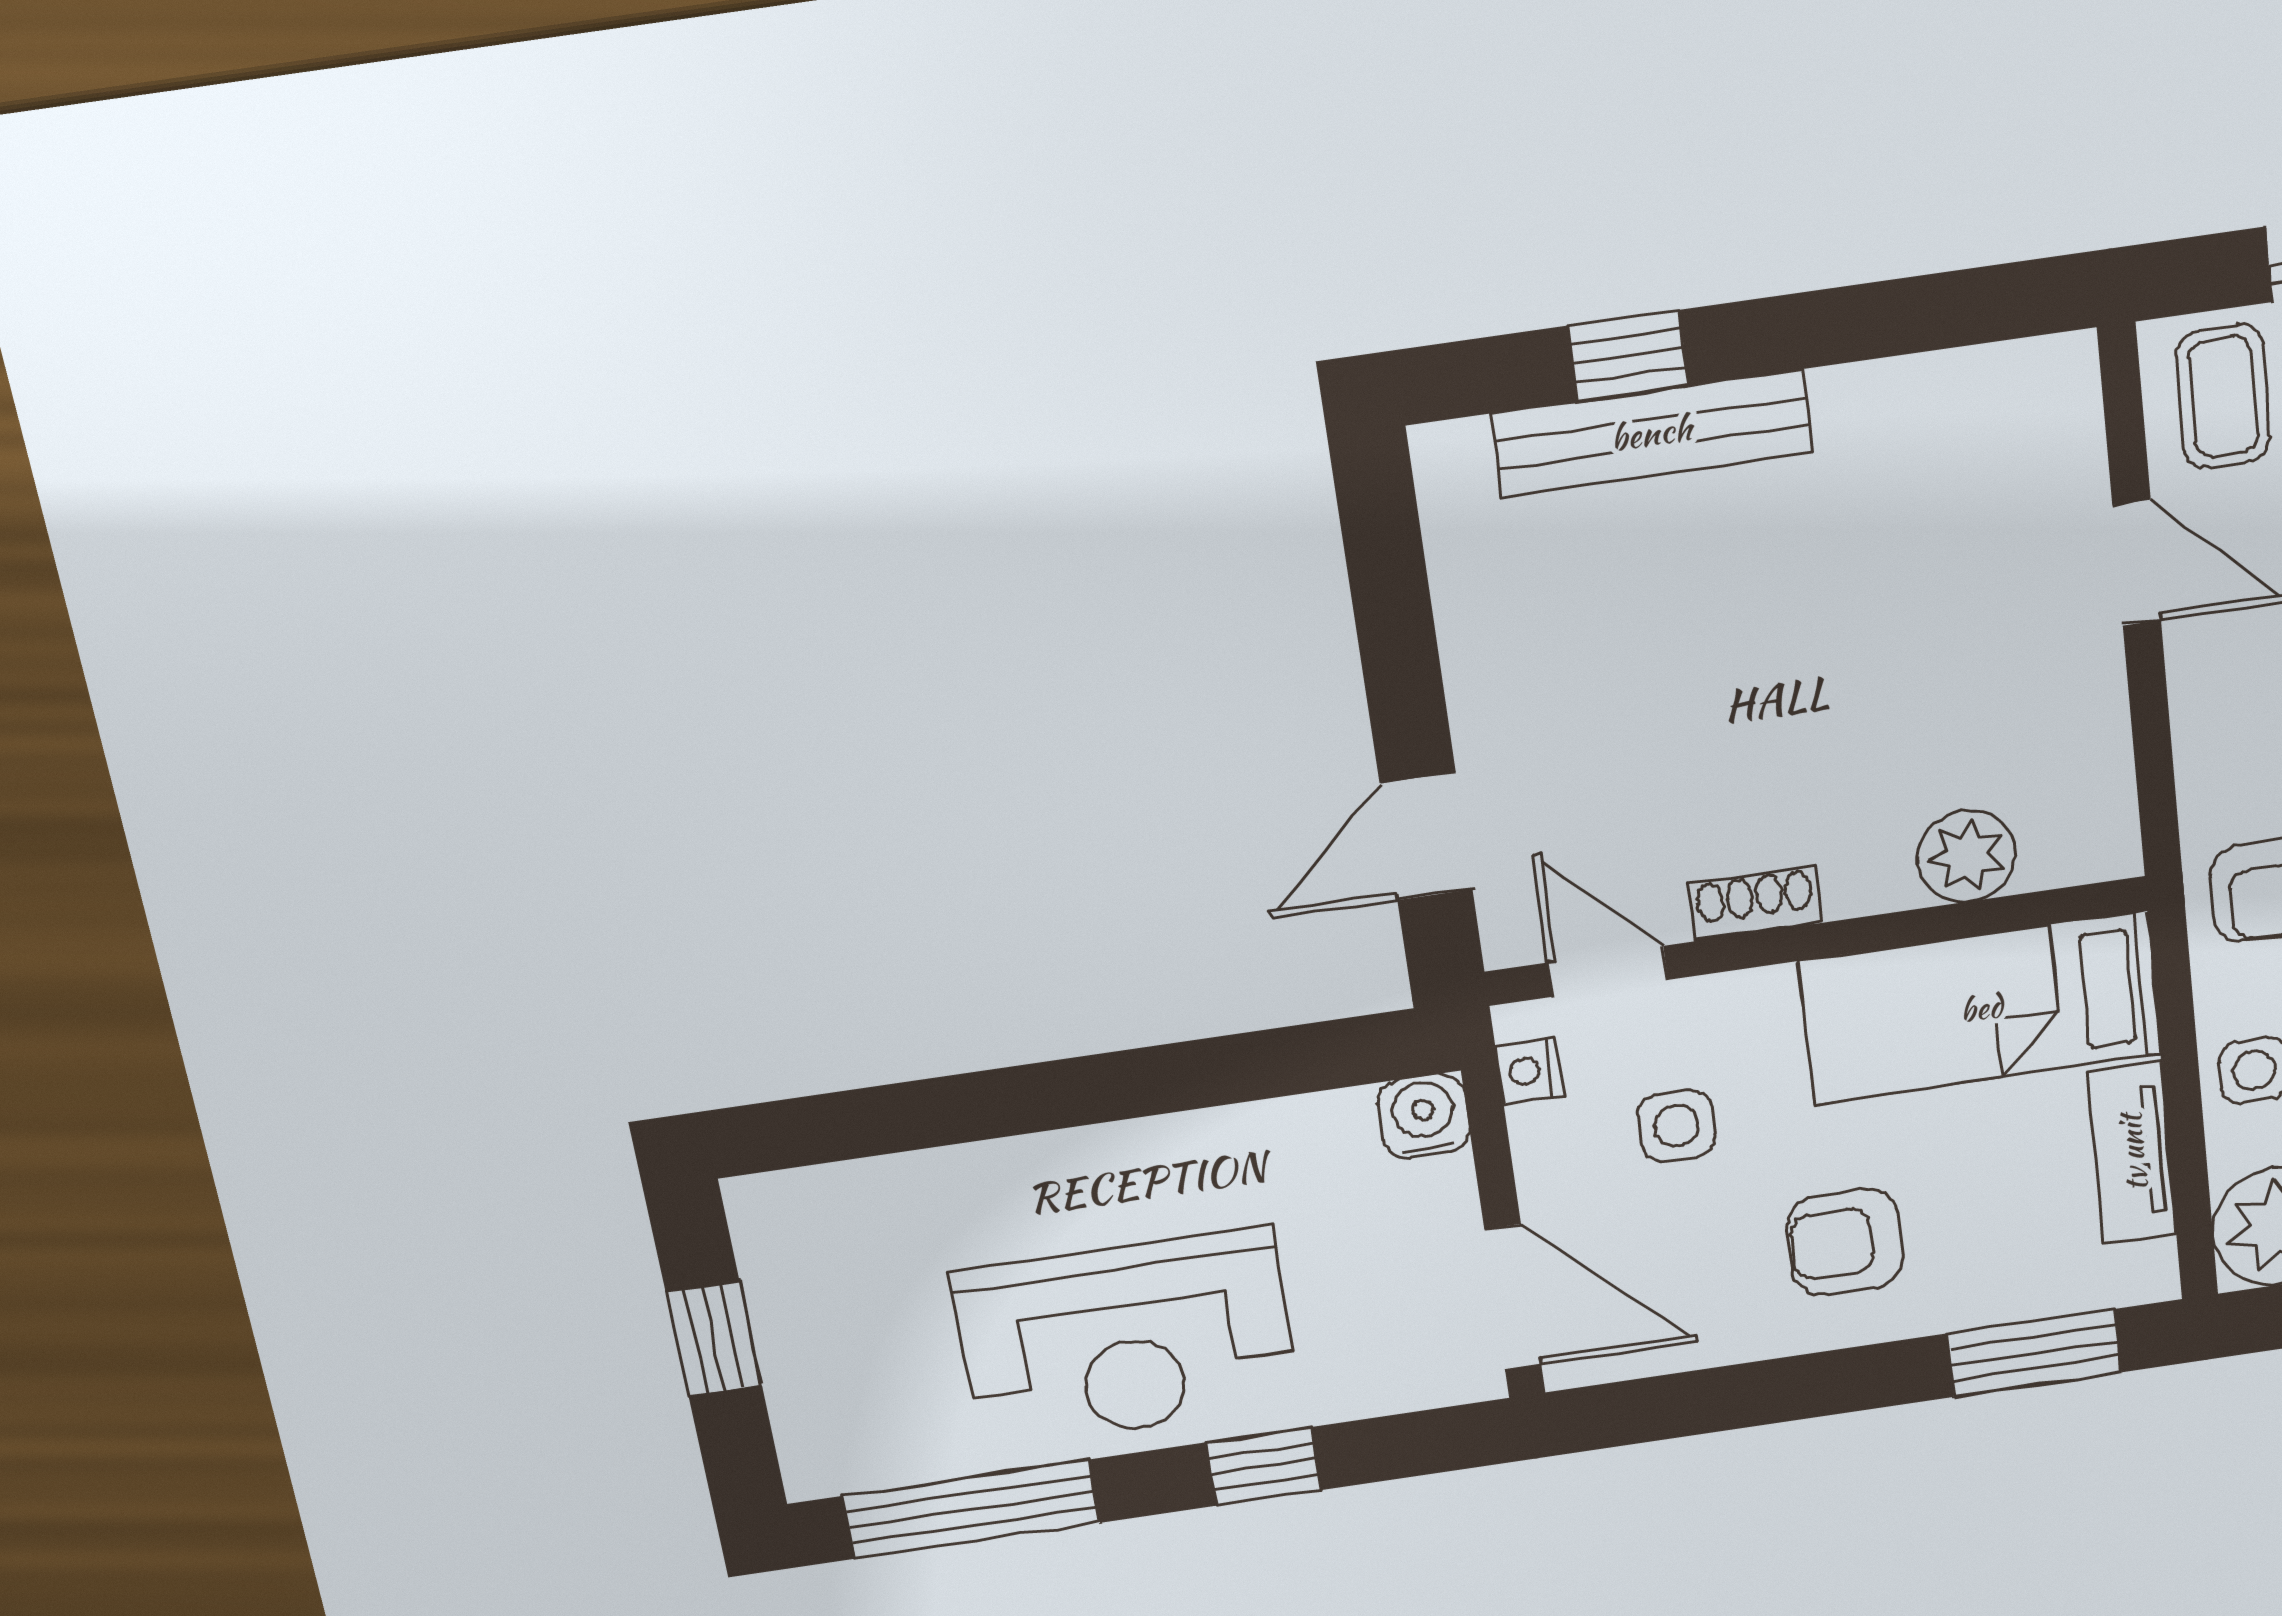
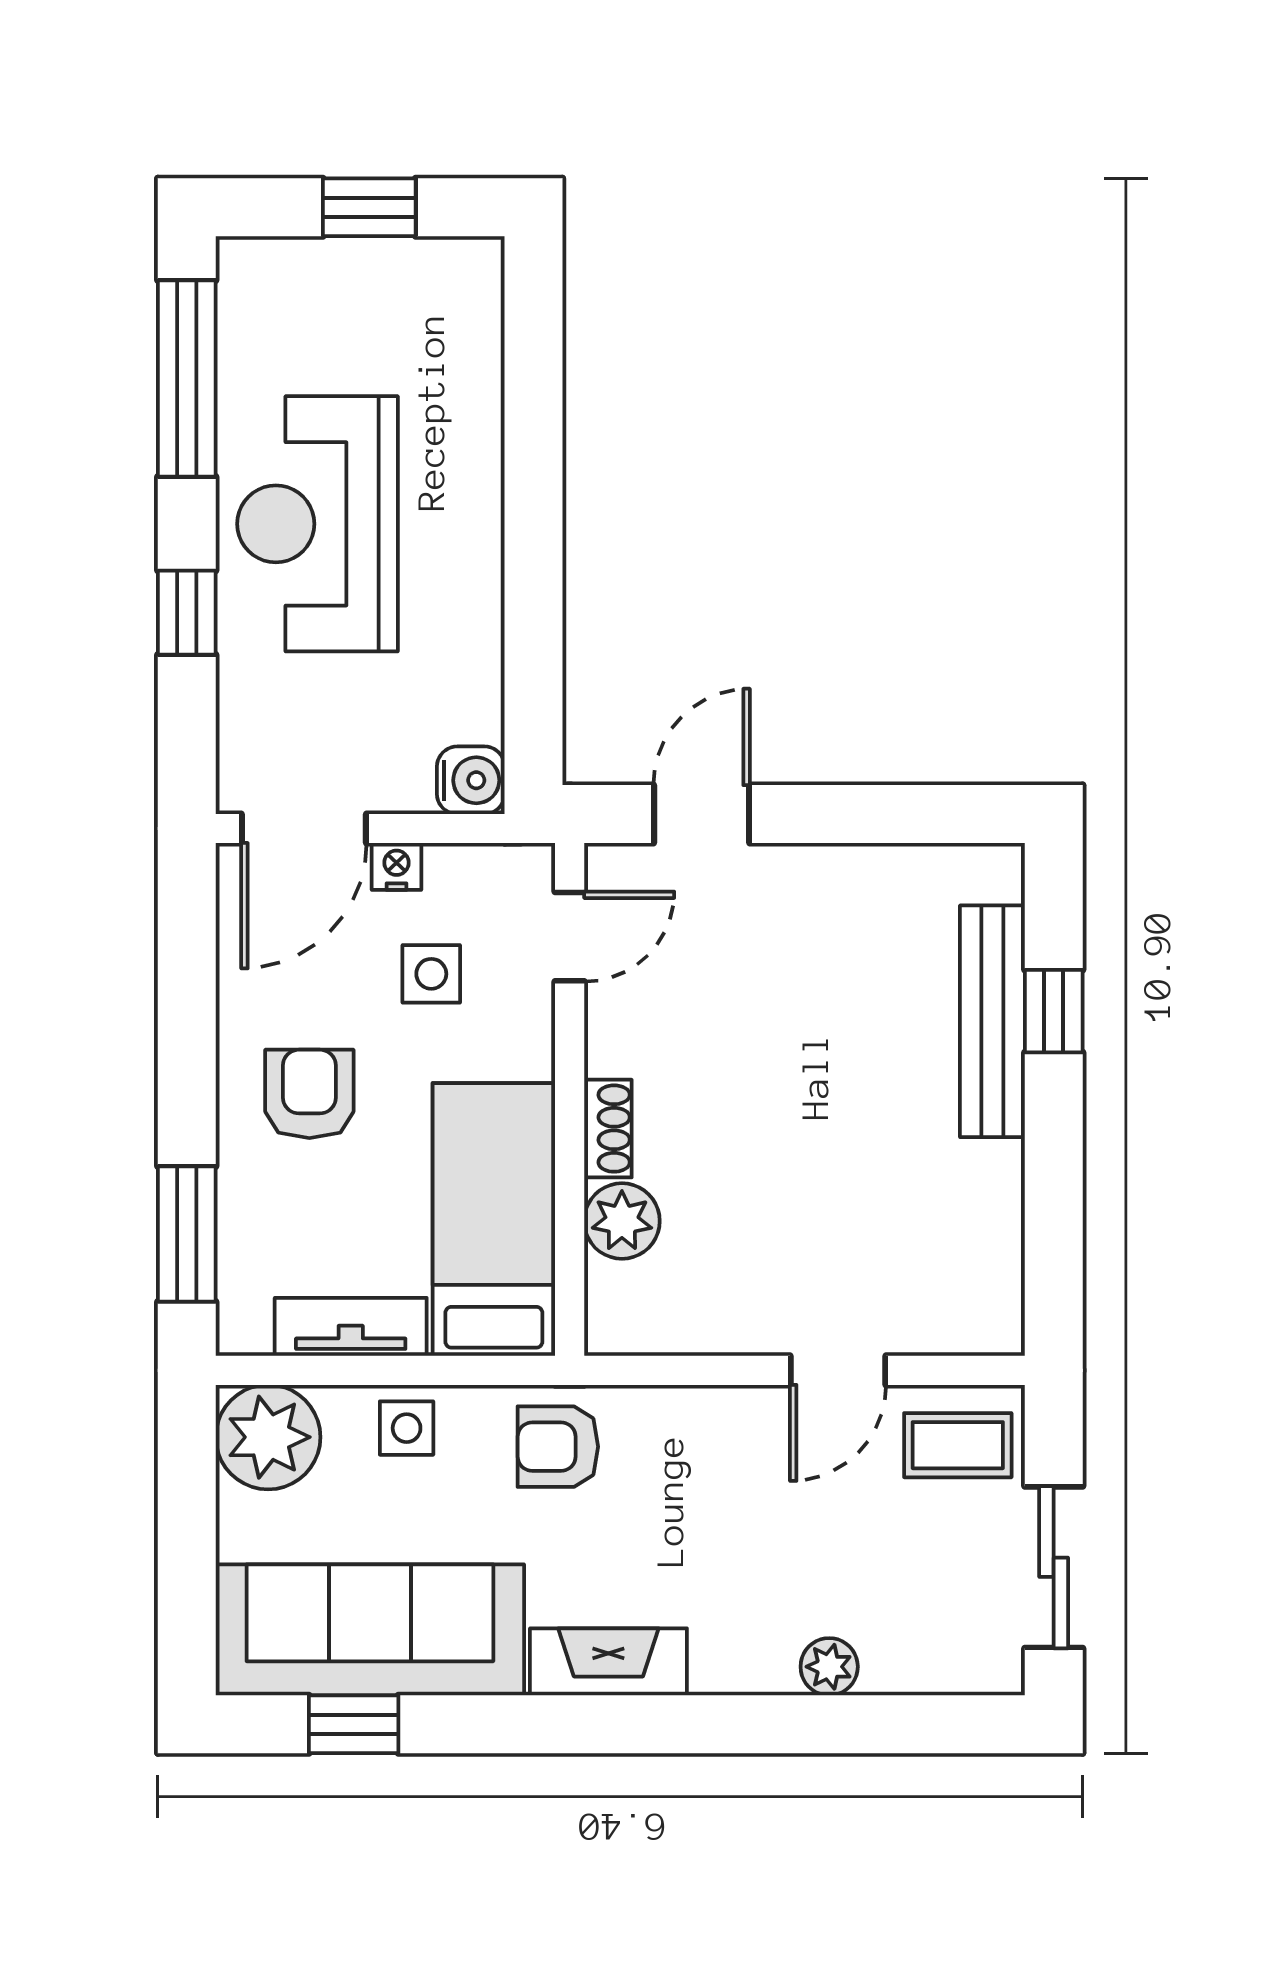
door: (1426, 836) -> (702, 814), hinge flipped
shoe rack: (1755, 904) -> (608, 1129), moved
nightstand: (1529, 1071) -> (397, 866), moved

